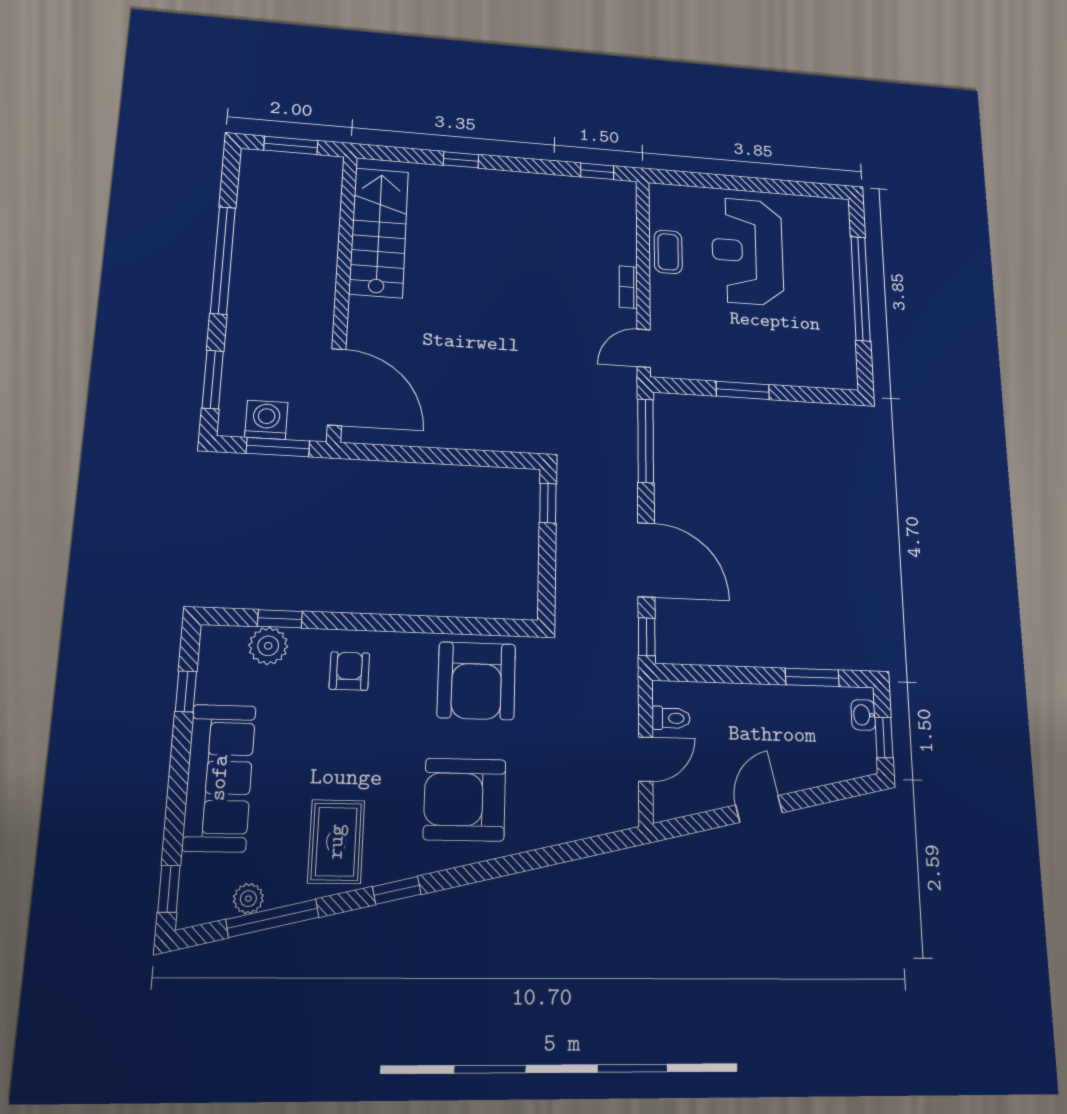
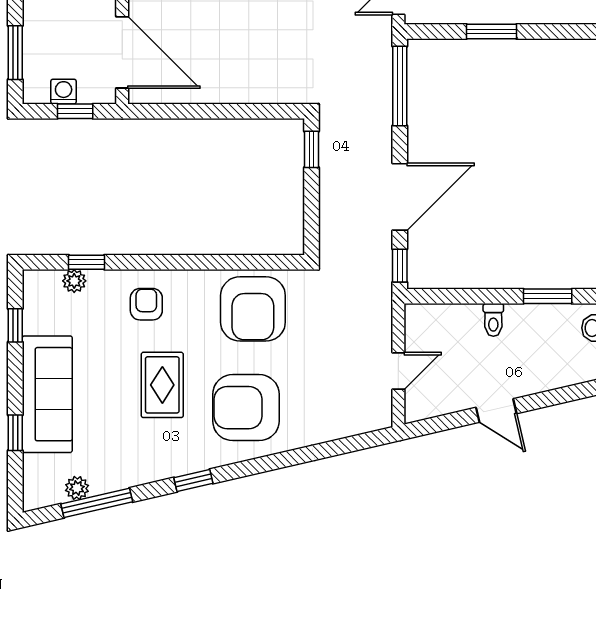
washing machine: (266, 420) -> (64, 92), width x0.73, depth x0.73
window: (278, 447) -> (75, 111), width x0.67
door: (646, 560) -> (400, 197), hinge flipped
plant: (268, 646) -> (74, 281), width x0.73, depth x0.73
toilet: (671, 718) -> (493, 320), moved, turned 90
door: (759, 809) -> (496, 411), swing flipped
rug: (336, 842) -> (162, 385), moved
window: (169, 889) -> (15, 433), moved

